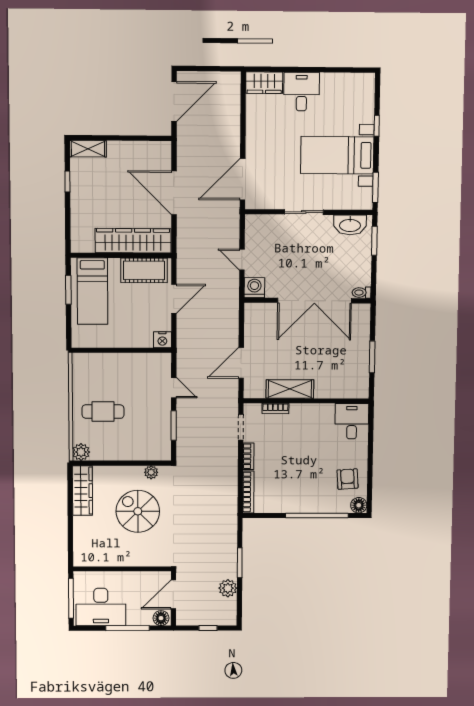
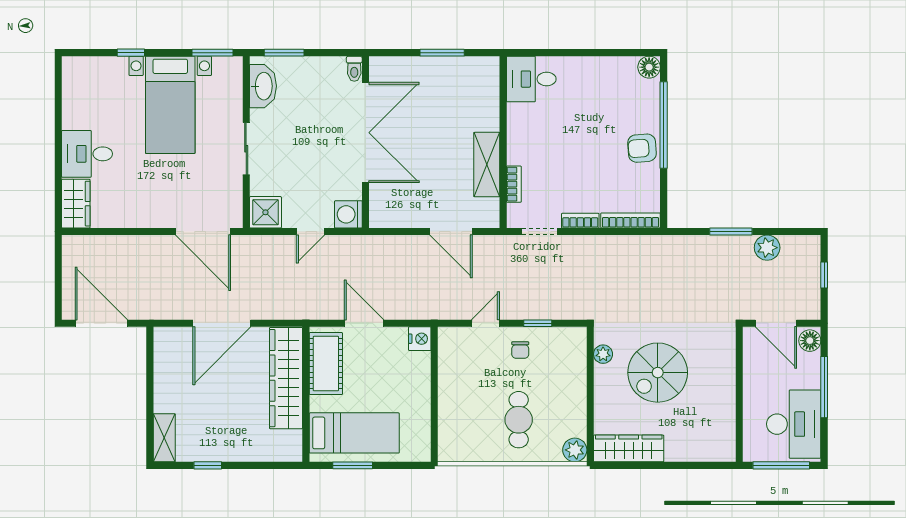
shower: (256, 226) -> (265, 212), added
chair: (154, 413) -> (520, 350), added
window: (174, 426) -> (538, 323), width x0.67
armchair: (348, 479) -> (642, 148), moved

